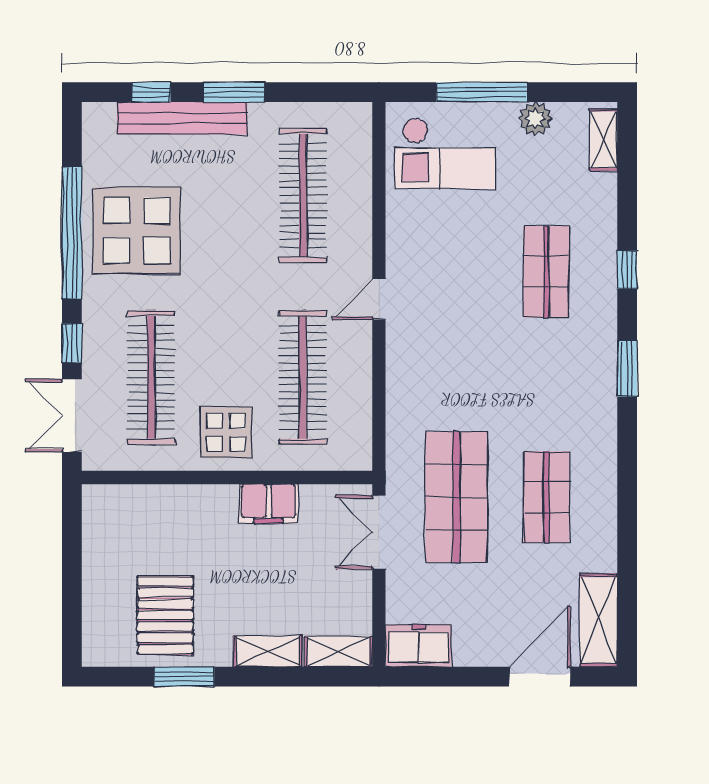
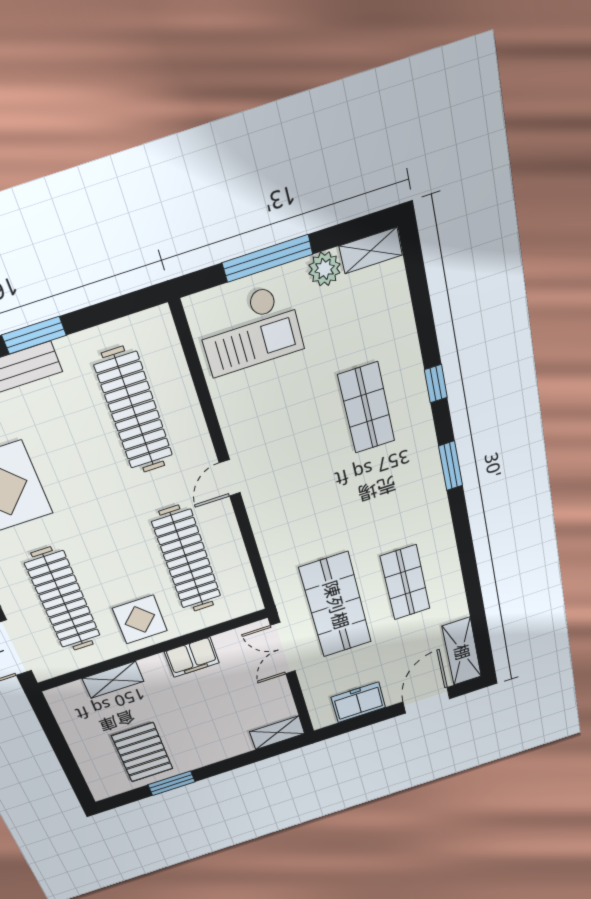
shelving: (603, 140) -> (371, 251), moved, turned 90
freezer: (419, 646) -> (358, 702), moved
shelving: (268, 651) -> (113, 680), moved

